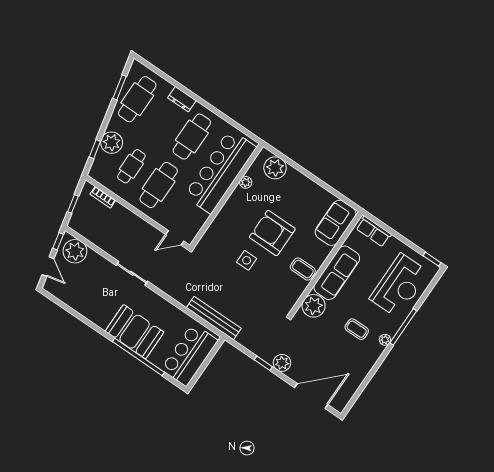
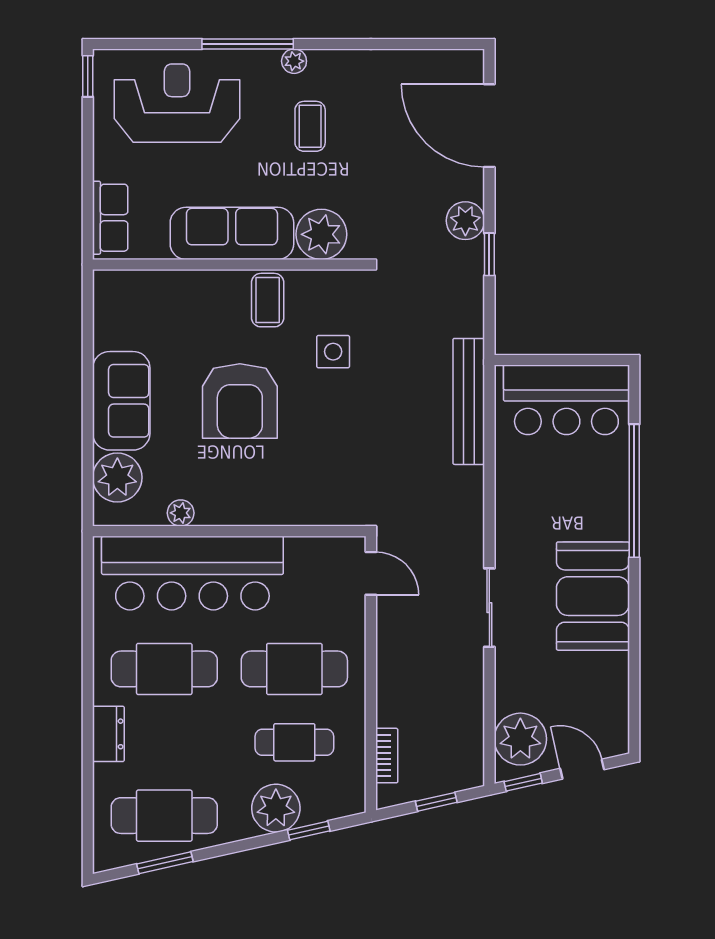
sofa: (336, 223) -> (121, 401), moved, turned -90
side table: (247, 260) -> (333, 352), moved
door: (48, 267) -> (582, 769), hinge flipped
booth: (135, 332) -> (593, 596), moved

